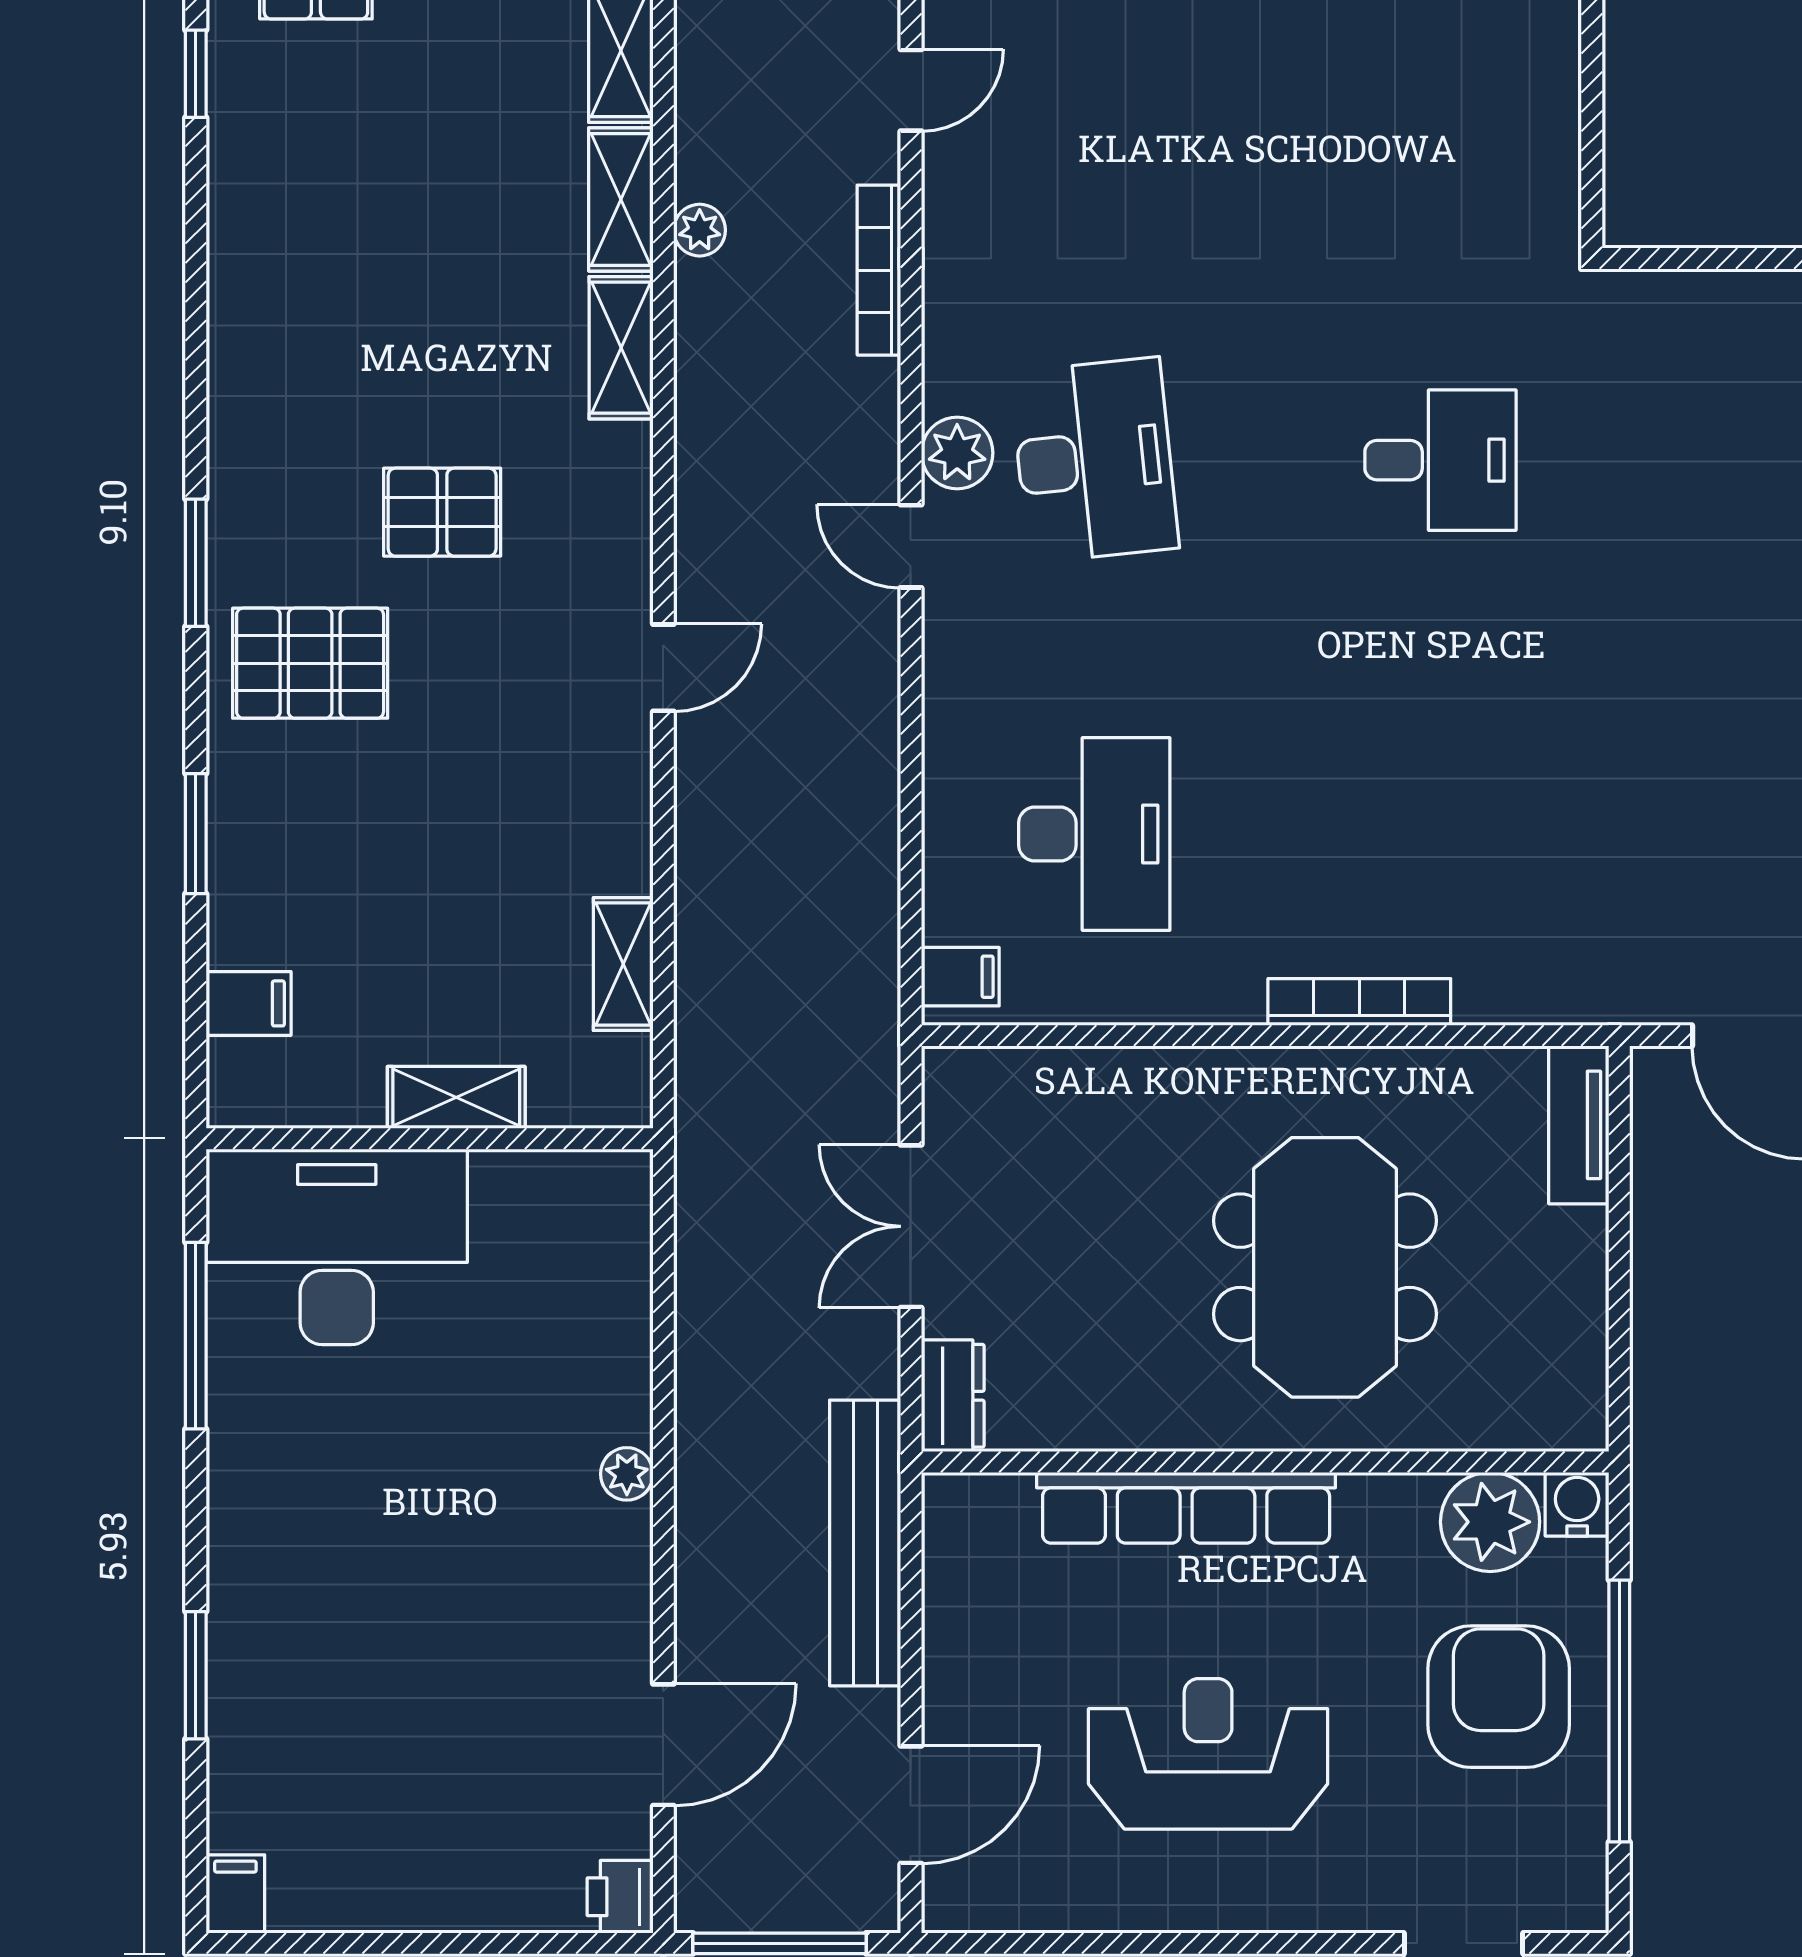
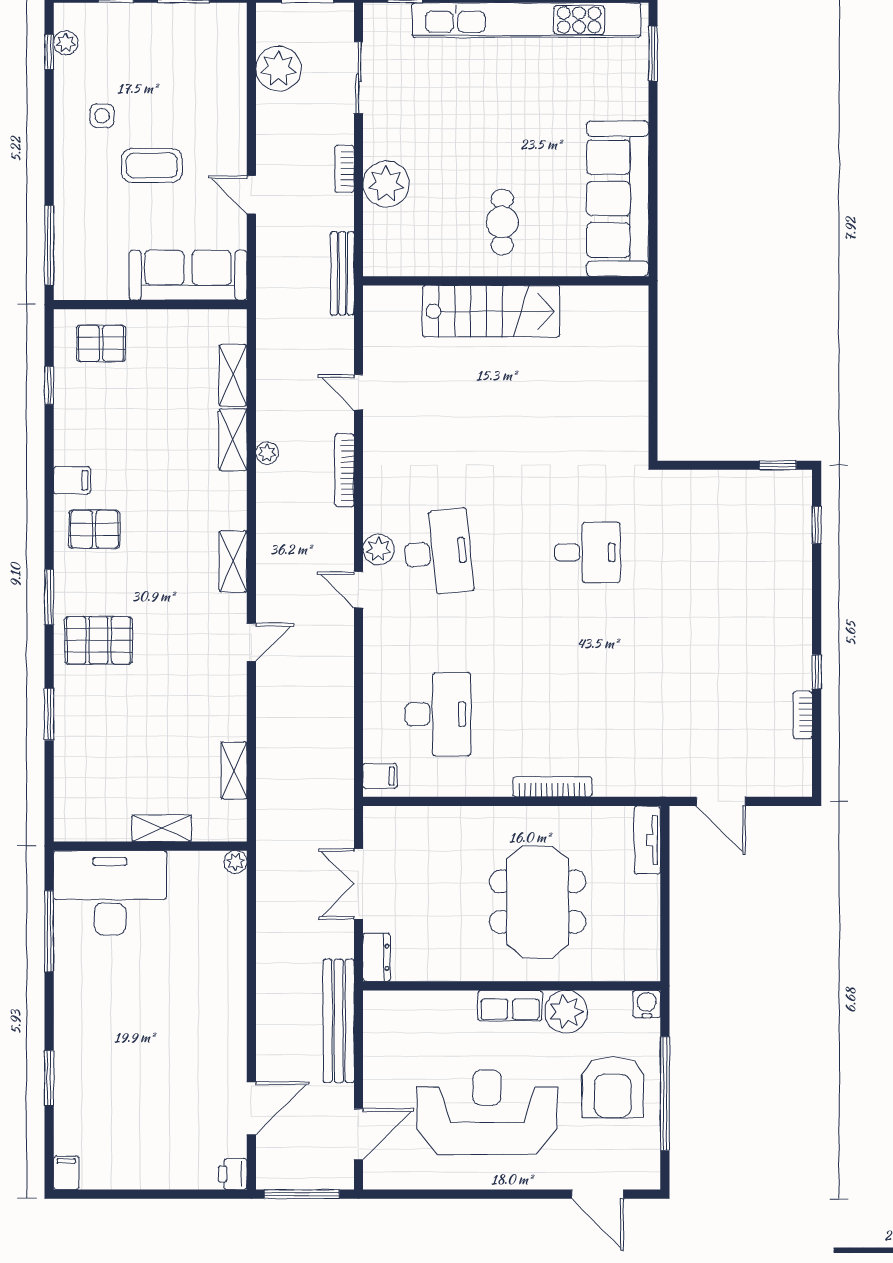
door: (911, 90) -> (358, 392), swing flipped
shelving: (621, 348) -> (233, 561), moved
pallet: (442, 512) -> (94, 529), moved
filing cabinet: (249, 1003) -> (72, 480), moved
plant: (627, 1474) -> (236, 862), moved
row of seats: (1186, 1508) -> (510, 1006), width x0.50
plant: (1490, 1522) -> (566, 1012), moved
armchair: (1499, 1697) -> (613, 1087), turned 180
reception desk: (1208, 1754) -> (487, 1112), width x1.36, depth x1.30

